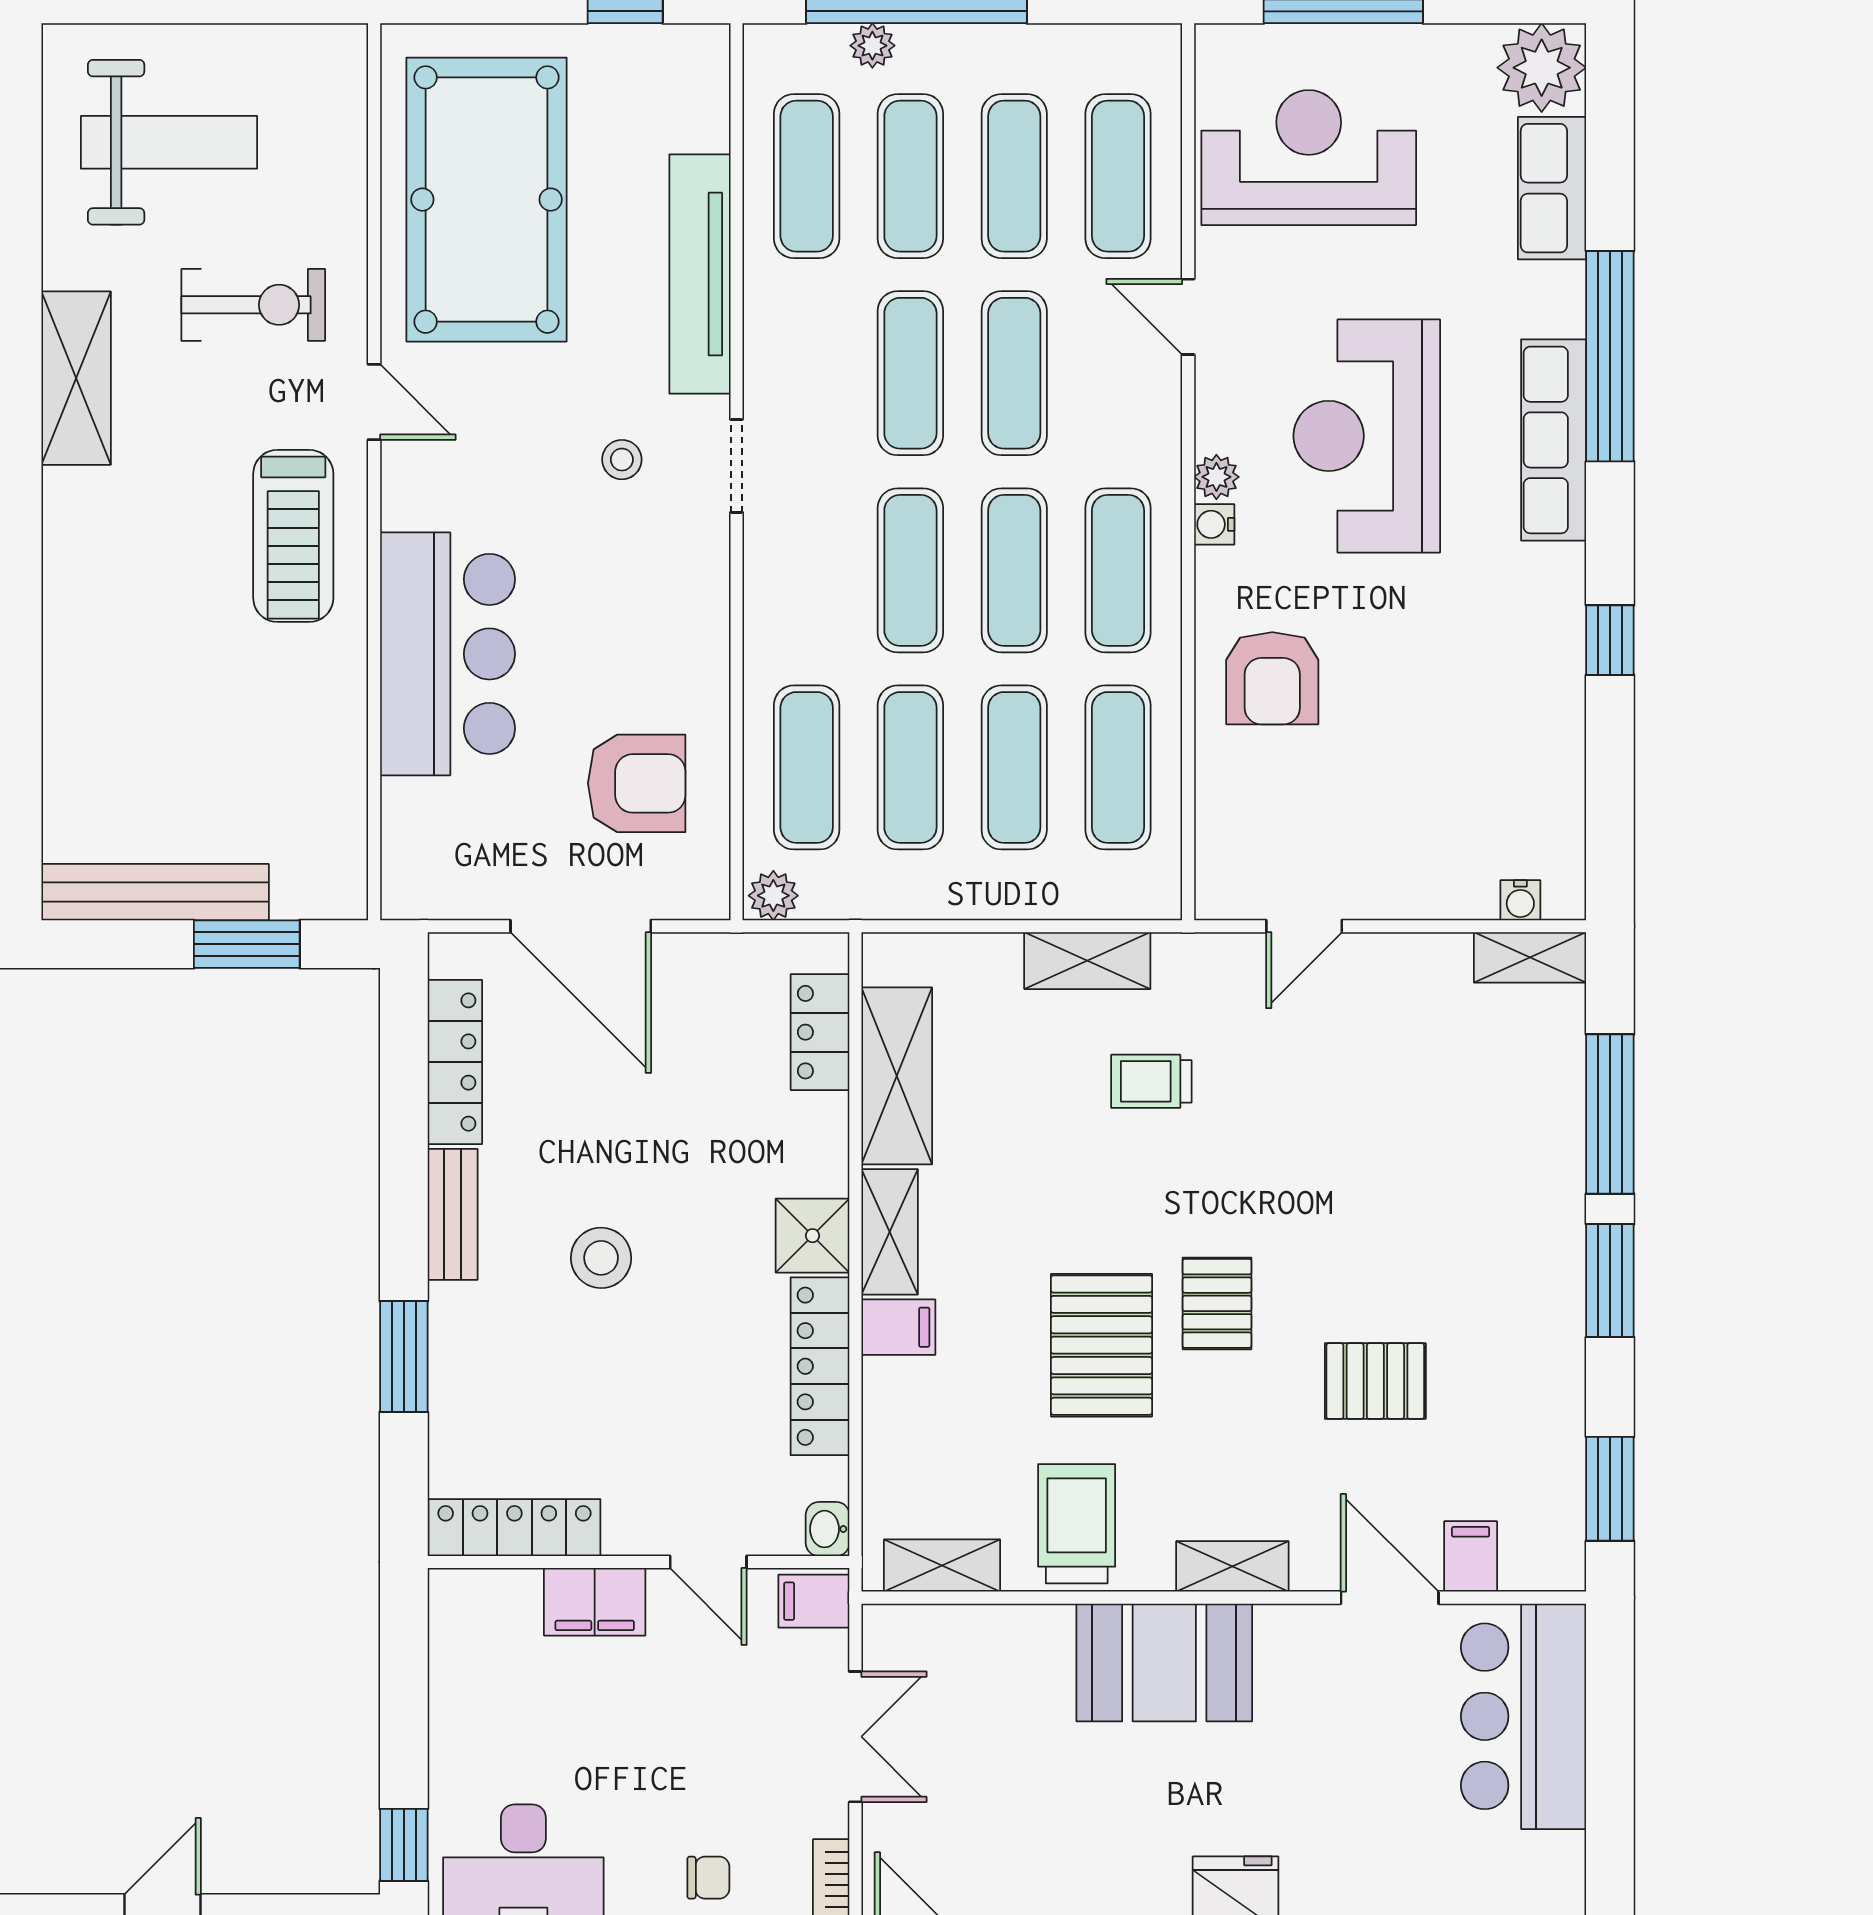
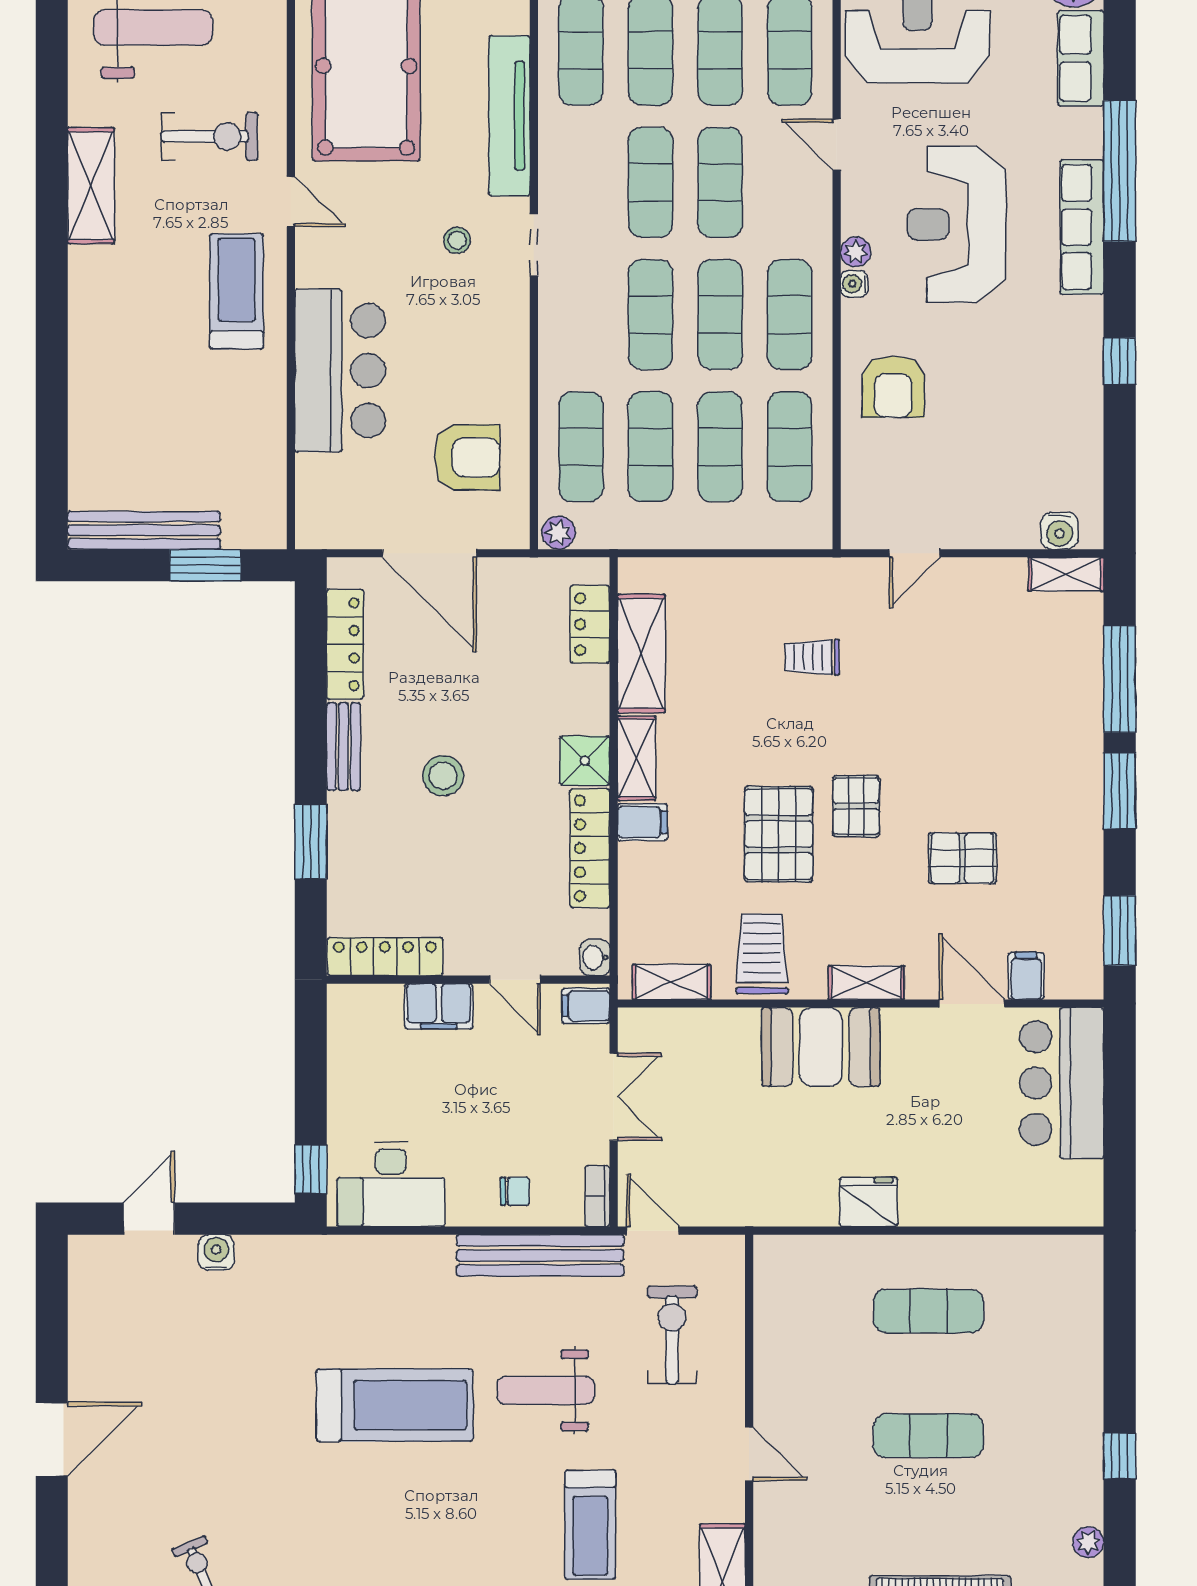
treadmill: (293, 536) -> (237, 291), turned 180
water cooler: (1520, 900) -> (1060, 531), width x1.38, depth x1.38
shelving: (1087, 961) -> (769, 576), removed

